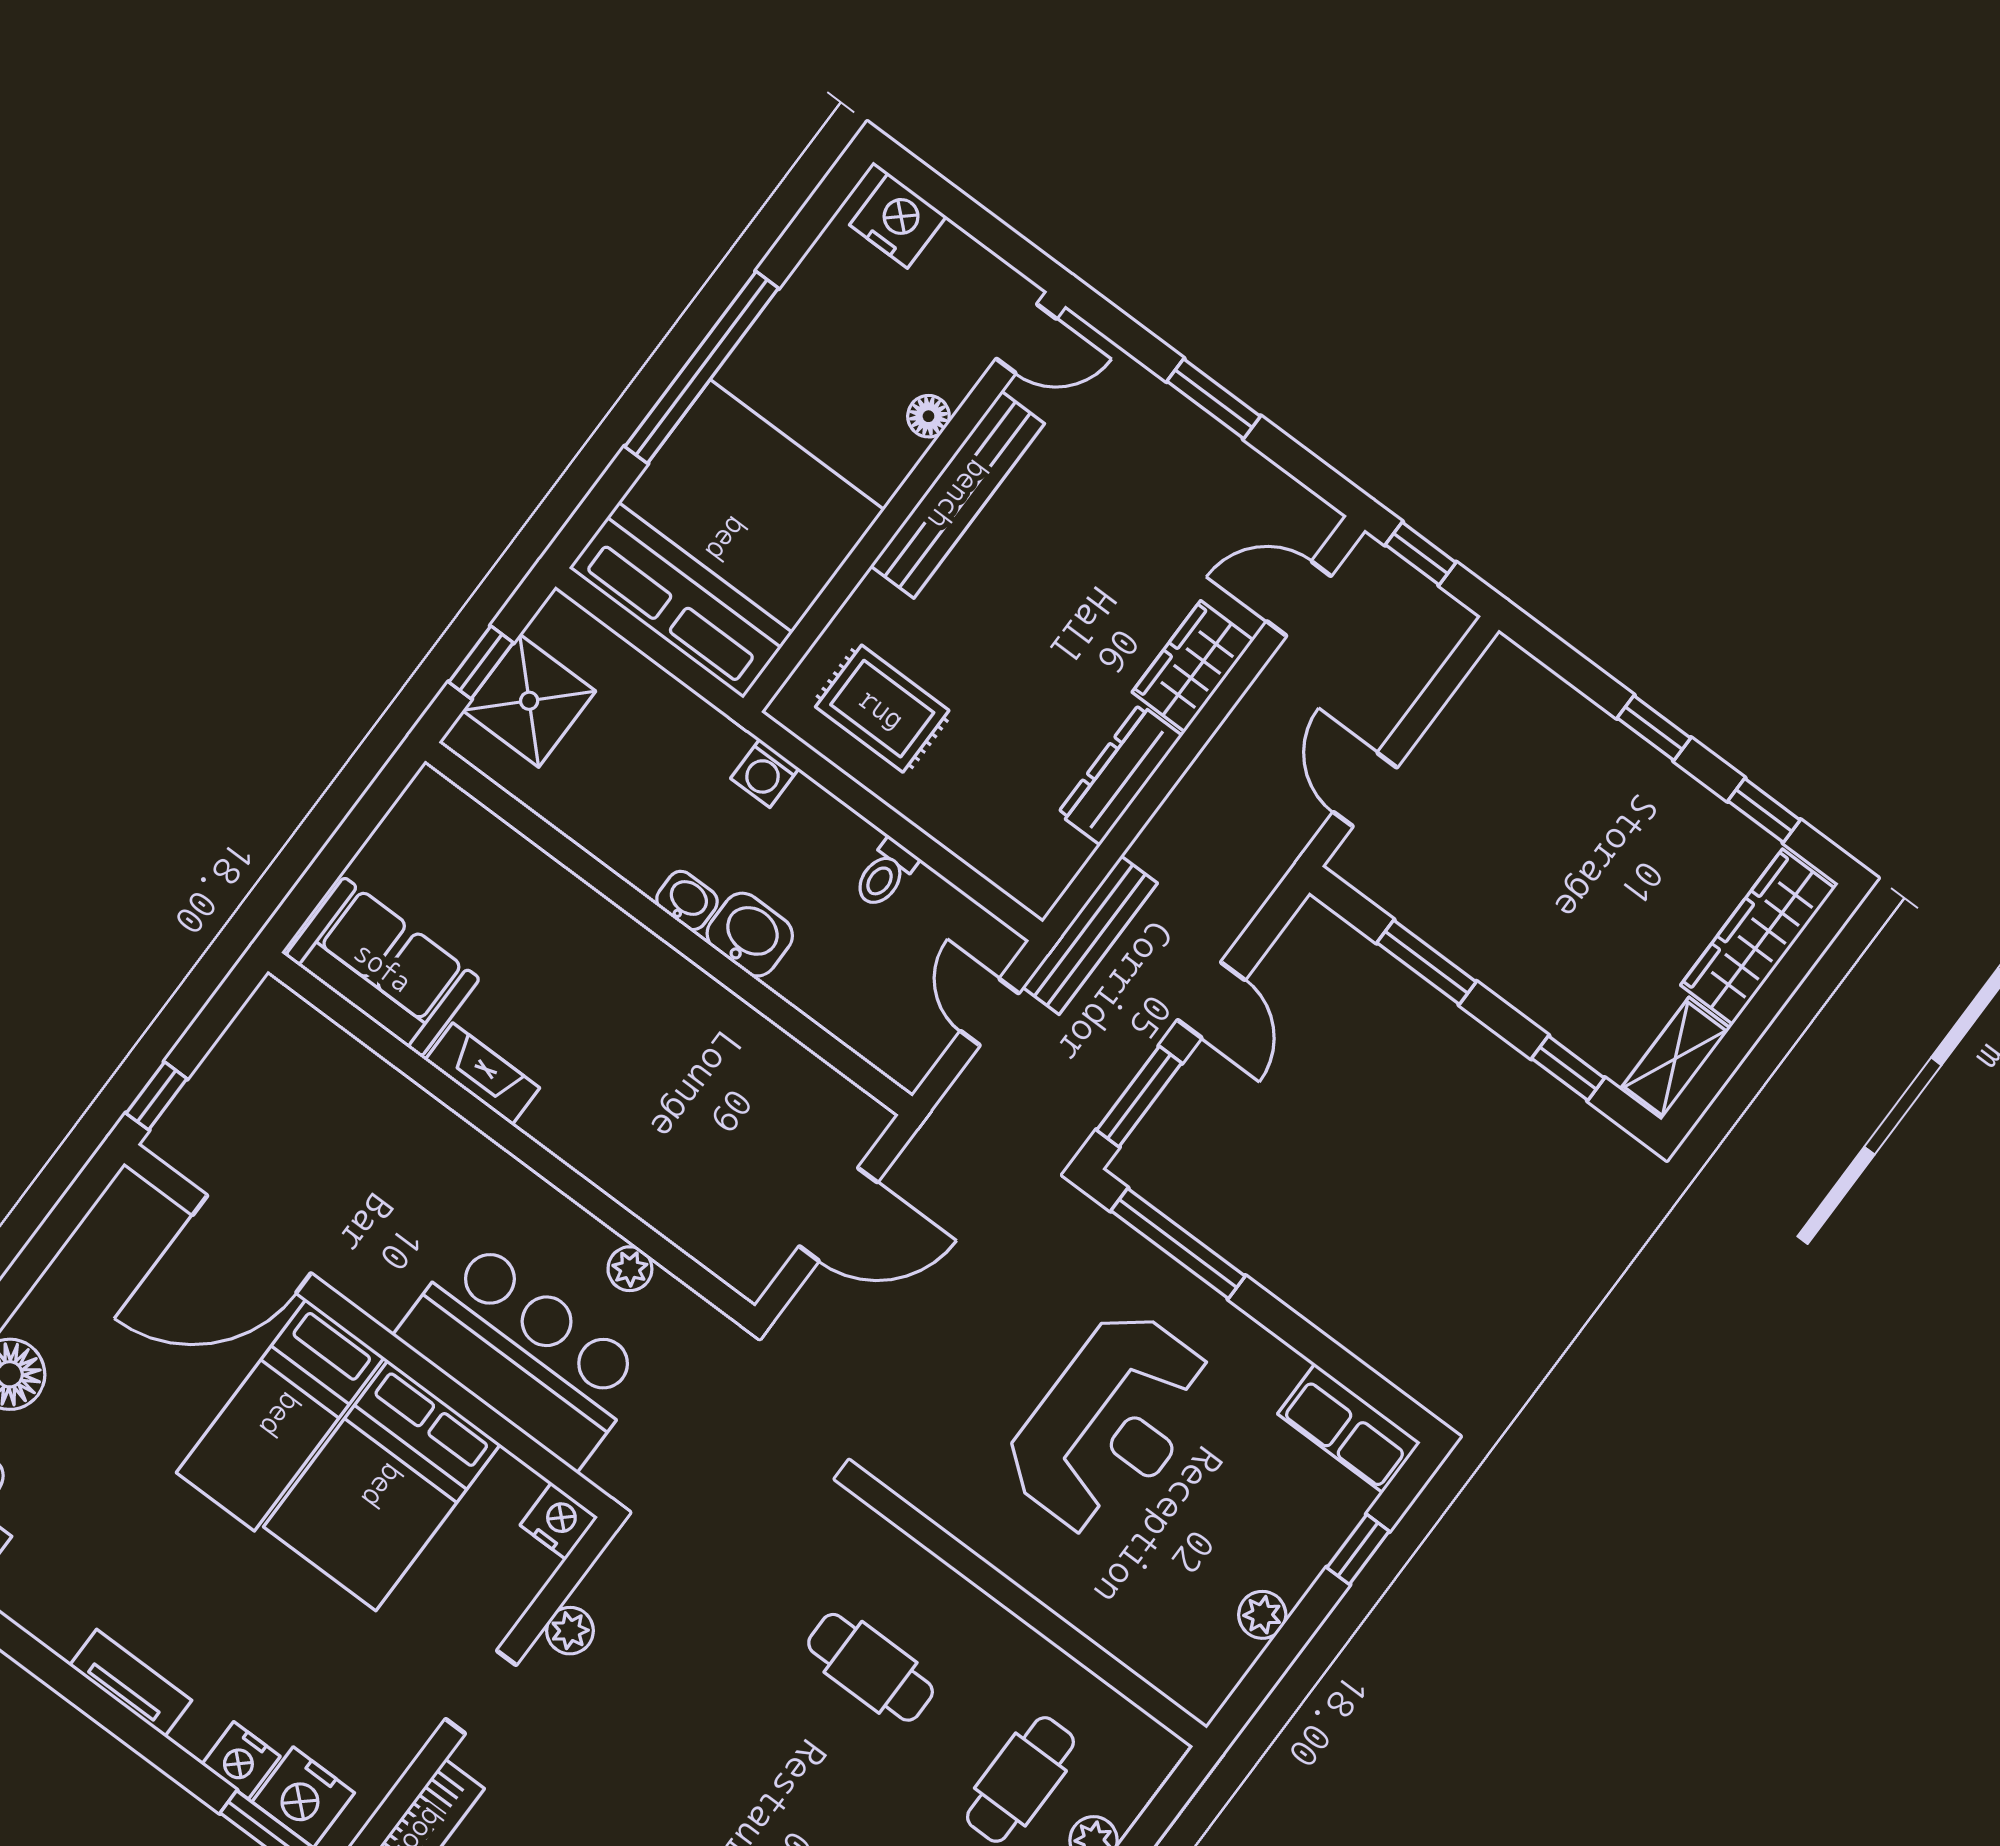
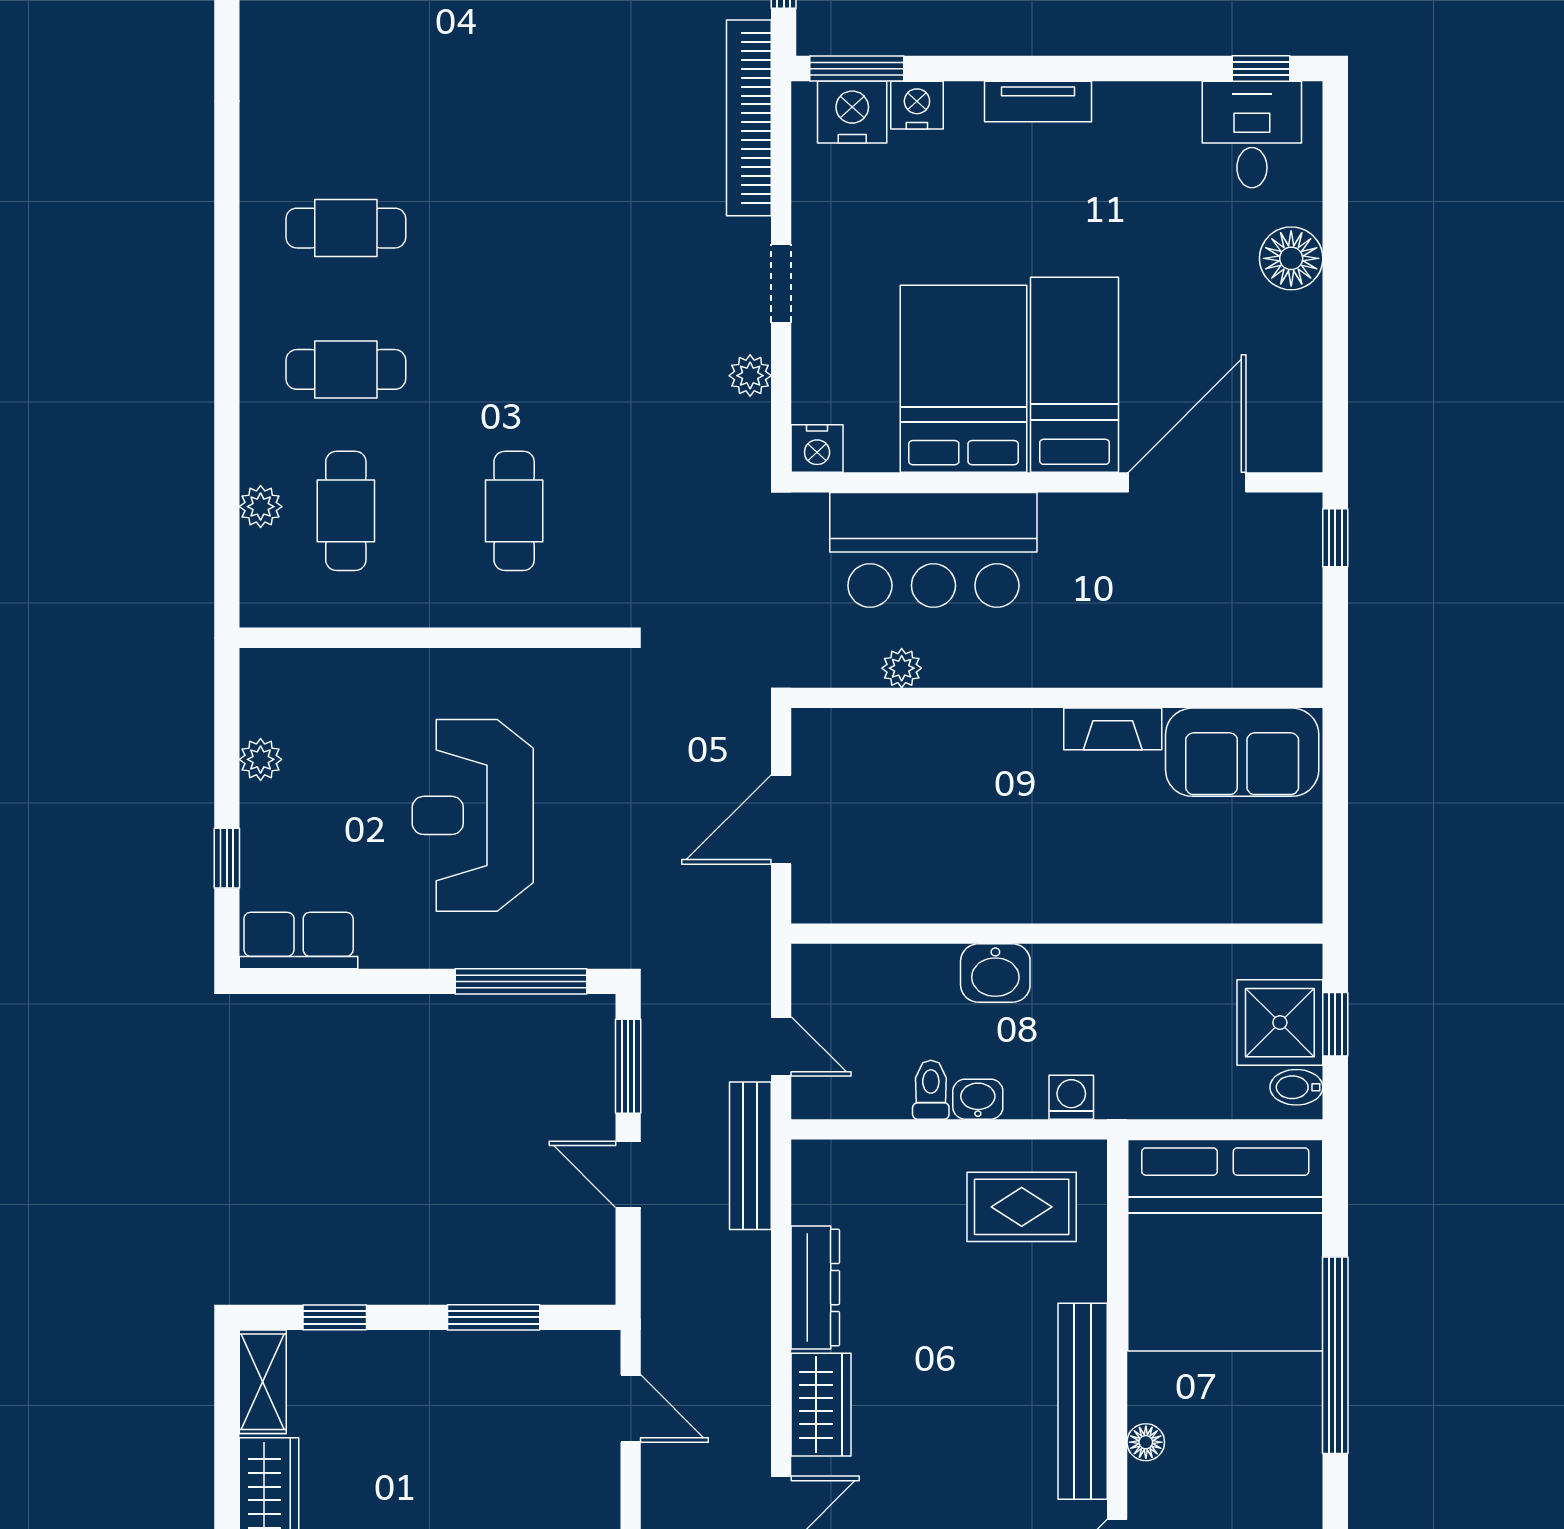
bidet: (558, 632) -> (1296, 1087), added
washbasin: (687, 900) -> (978, 1099), moved, turned 180
cafe table: (871, 1667) -> (514, 511), turned 90

